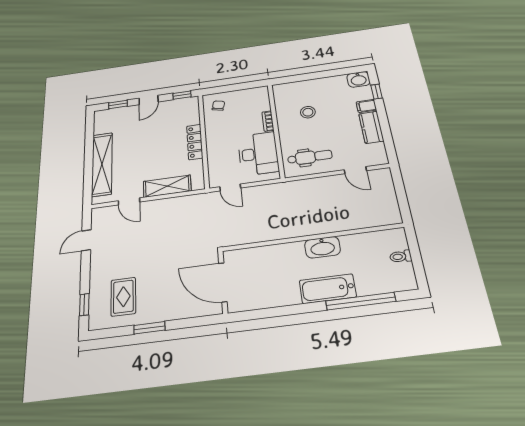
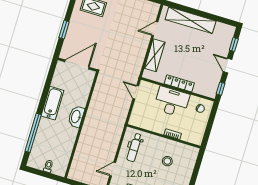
desk: (258, 154) -> (172, 102), moved, turned 180
door: (230, 187) -> (136, 92), hinge flipped
washbasin: (322, 247) -> (76, 117), moved
bathtub: (328, 289) -> (52, 103), moved
window: (149, 328) -> (64, 30), moved

